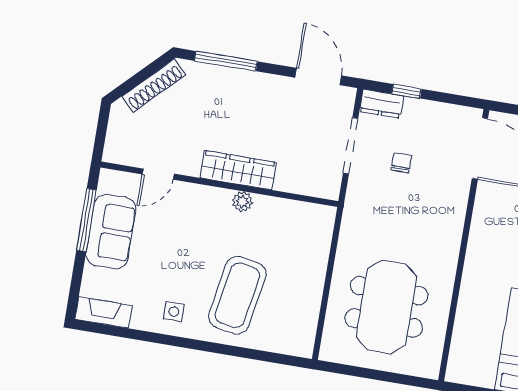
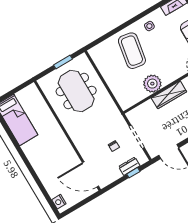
dresser: (381, 104) -> (129, 166), moved
plant: (242, 202) -> (152, 84), width x1.87, depth x1.87
window: (368, 373) -> (63, 62), added

